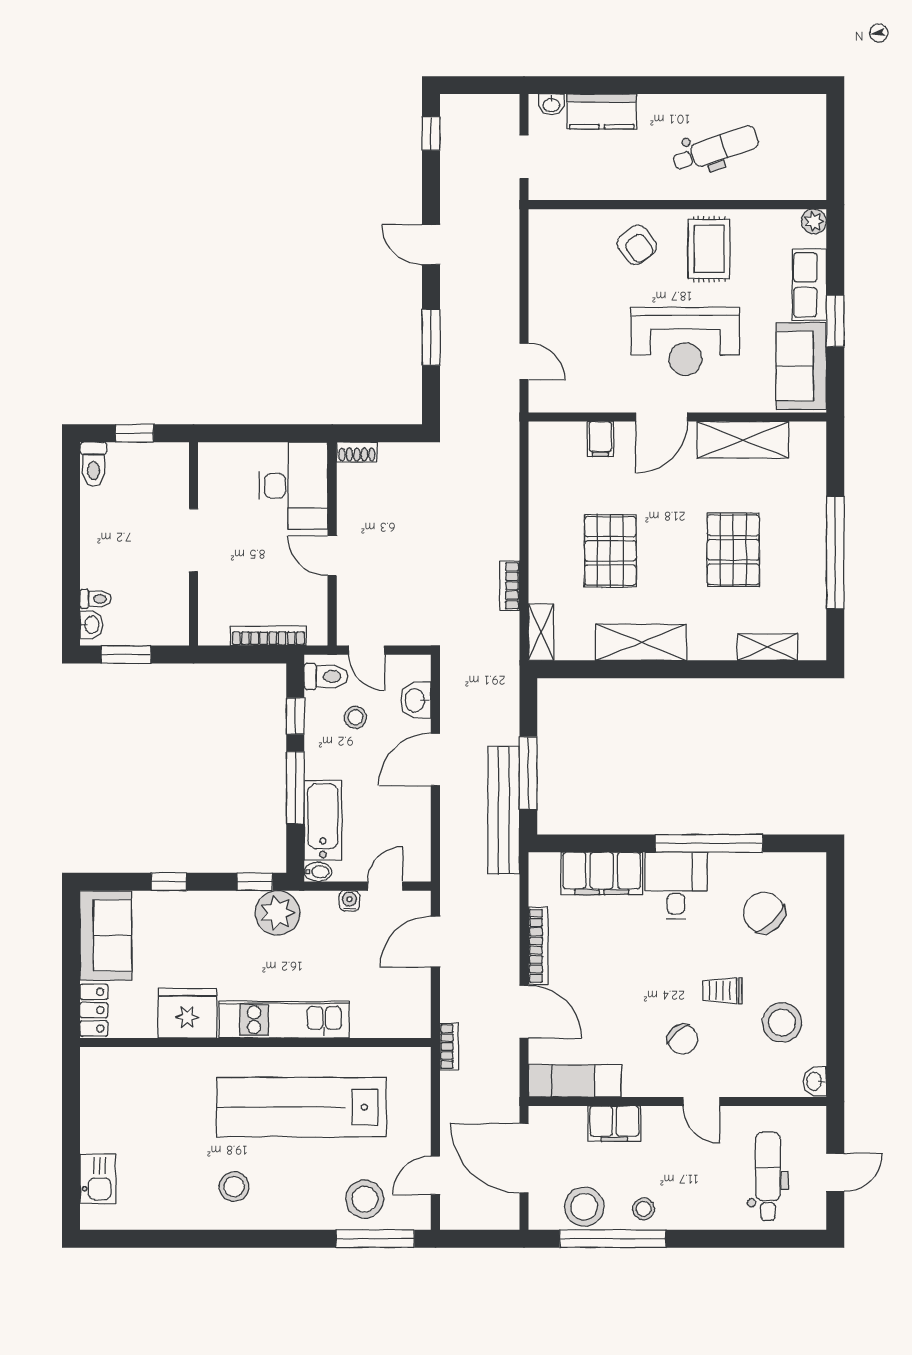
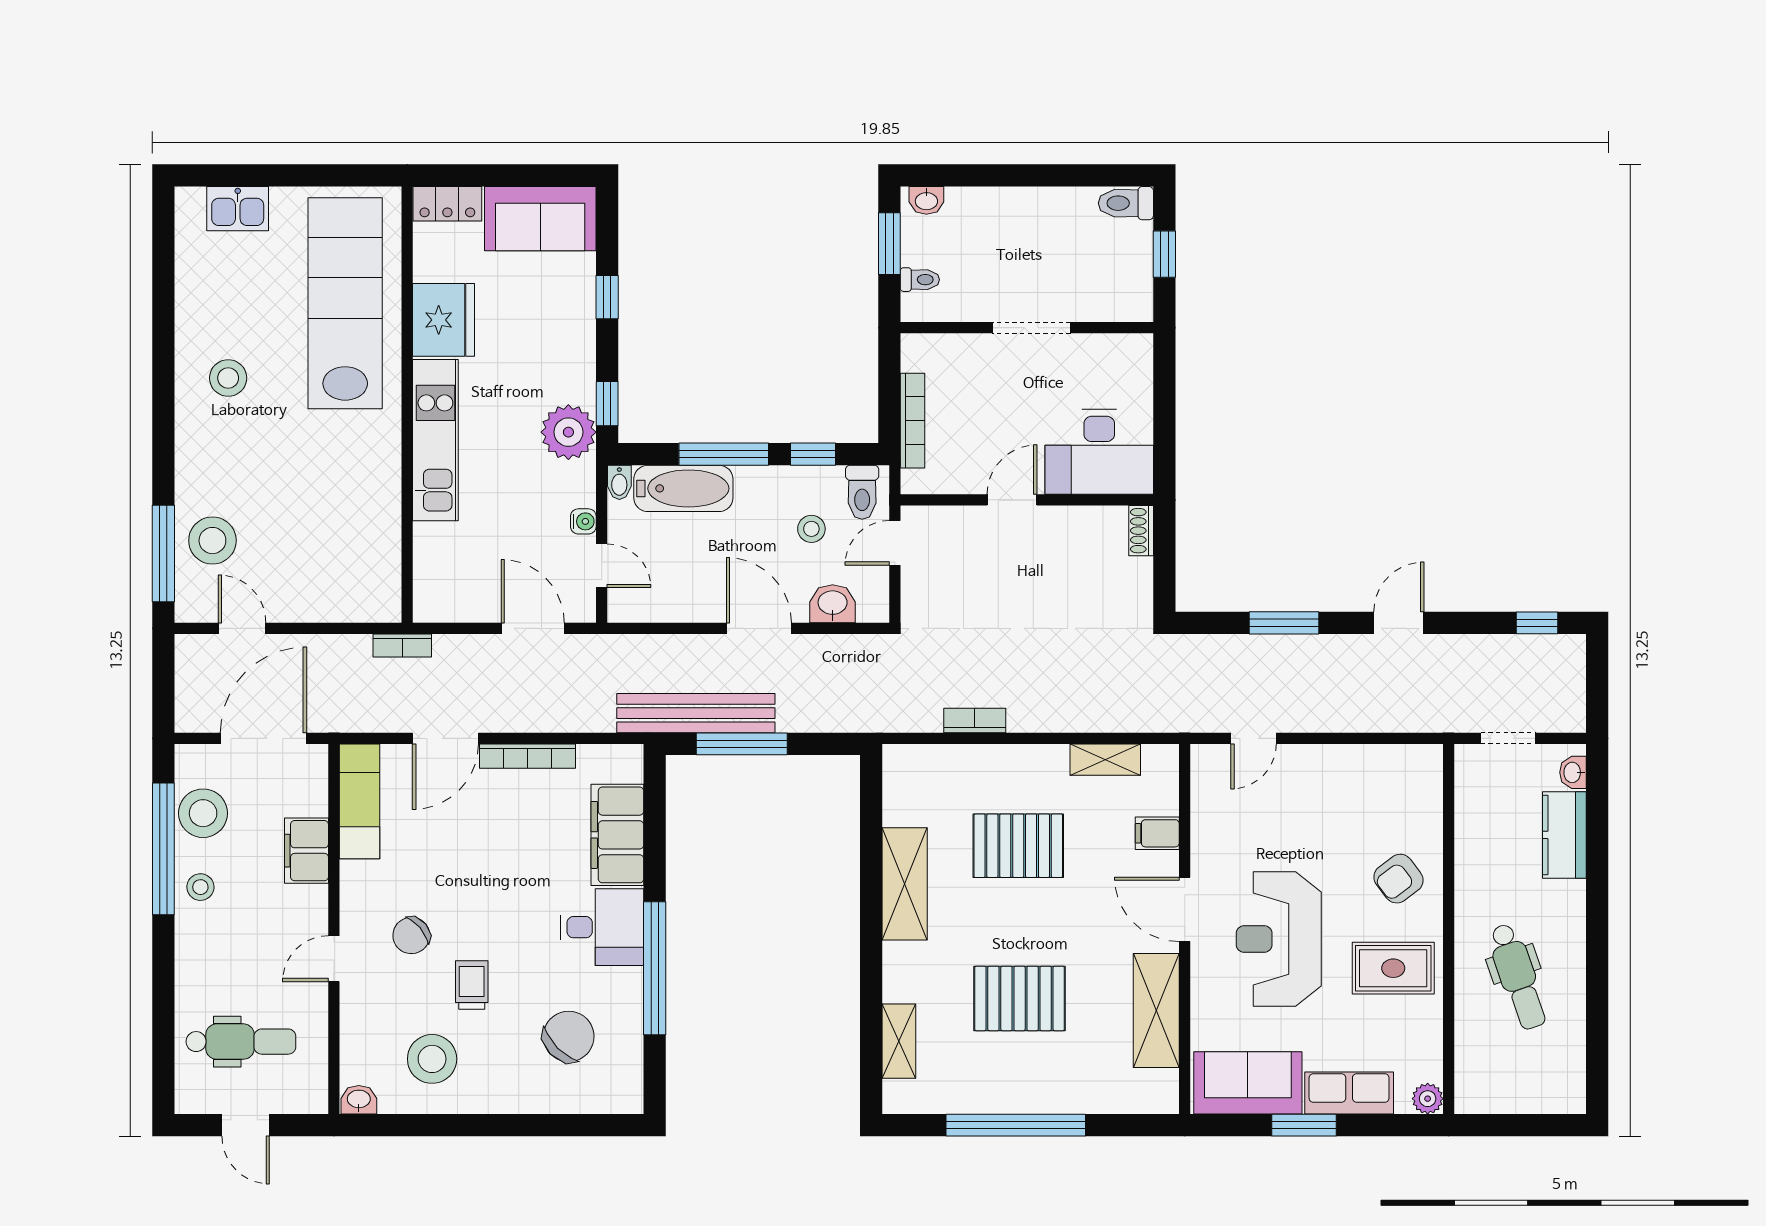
toilet: (96, 599) -> (920, 280), moved, turned -90
shelving: (541, 632) -> (1105, 760), moved
lab bench: (301, 1107) -> (345, 303), moved

